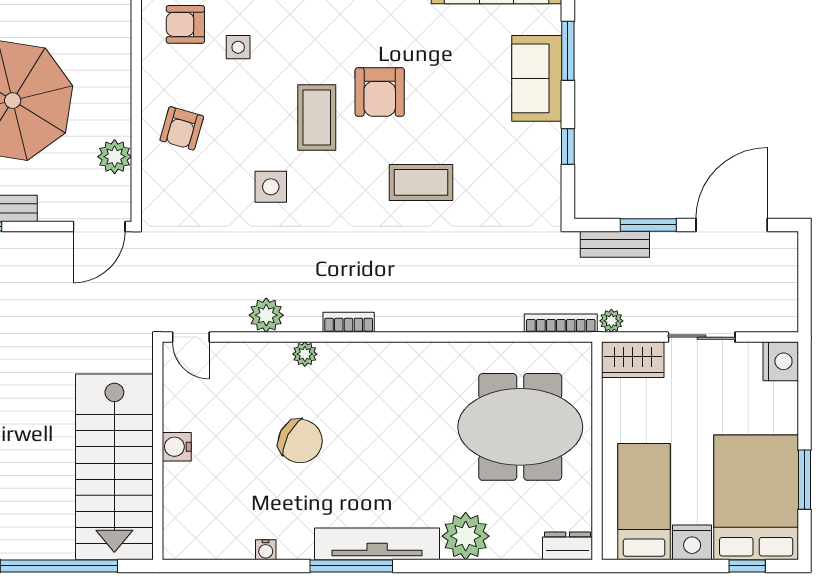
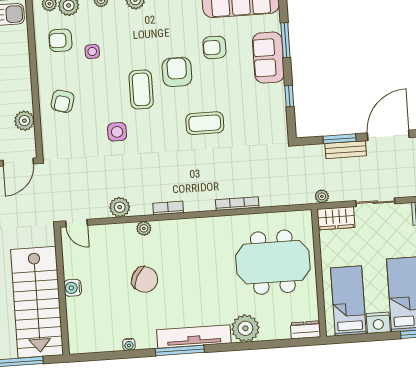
armchair: (446, 55) -> (214, 47), added
armchair: (380, 92) -> (177, 72), turned 180
bench: (615, 244) -> (346, 150), moved
bookcase: (561, 323) -> (237, 204), moved

